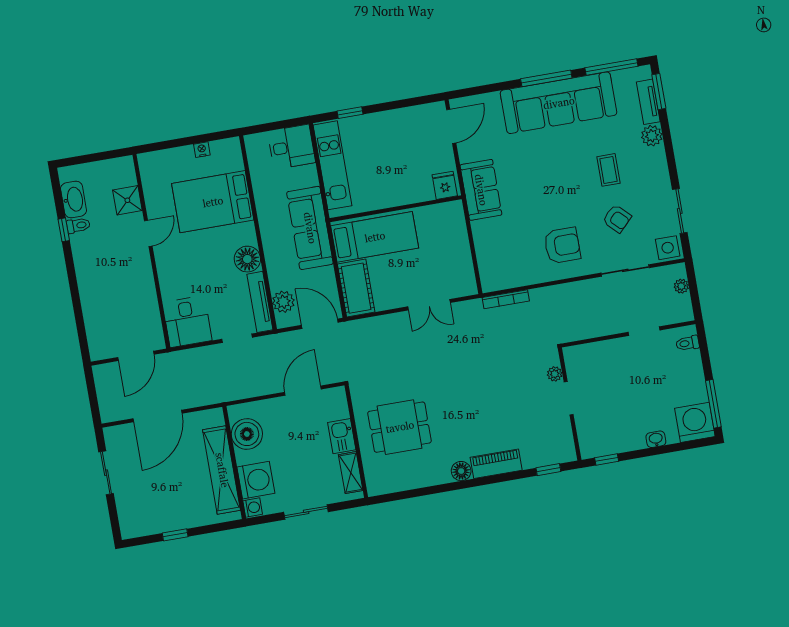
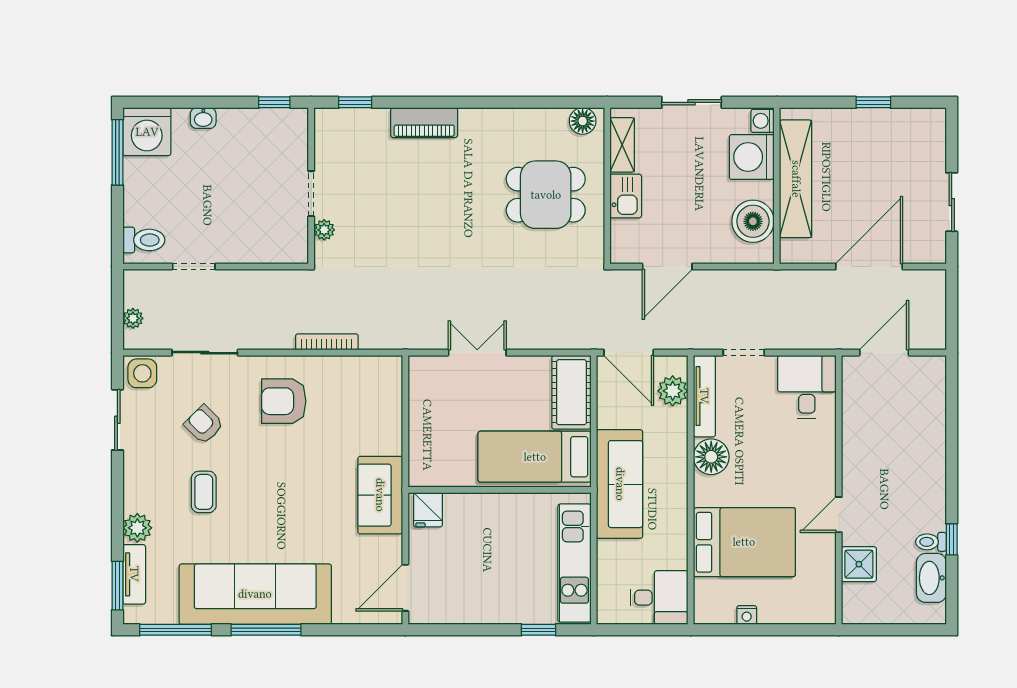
desk: (291, 147) -> (659, 598), moved, turned 180
bookcase: (506, 299) -> (327, 342), moved
toilet: (688, 343) -> (144, 240), width x1.37, depth x1.39
floor lamp: (461, 471) -> (583, 121), moved

